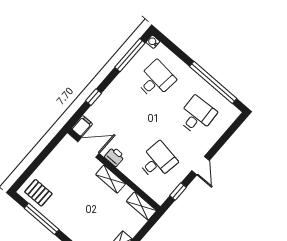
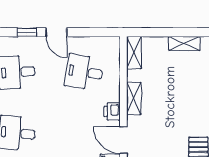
door: (201, 166) -> (56, 32), swing flipped
window: (178, 192) -> (27, 32), moved

